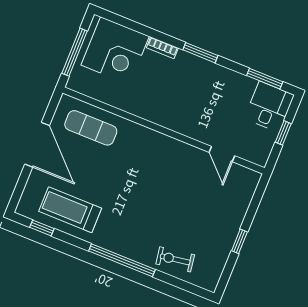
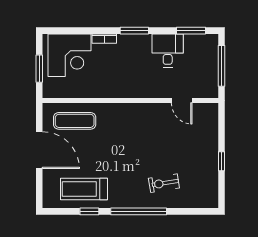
window: (75, 52) -> (39, 69), width x0.69
desk: (269, 107) -> (168, 50), moved
window: (283, 133) -> (222, 66), width x2.17
window: (42, 228) -> (89, 211), moved
exercise bike: (175, 259) -> (164, 183), moved

